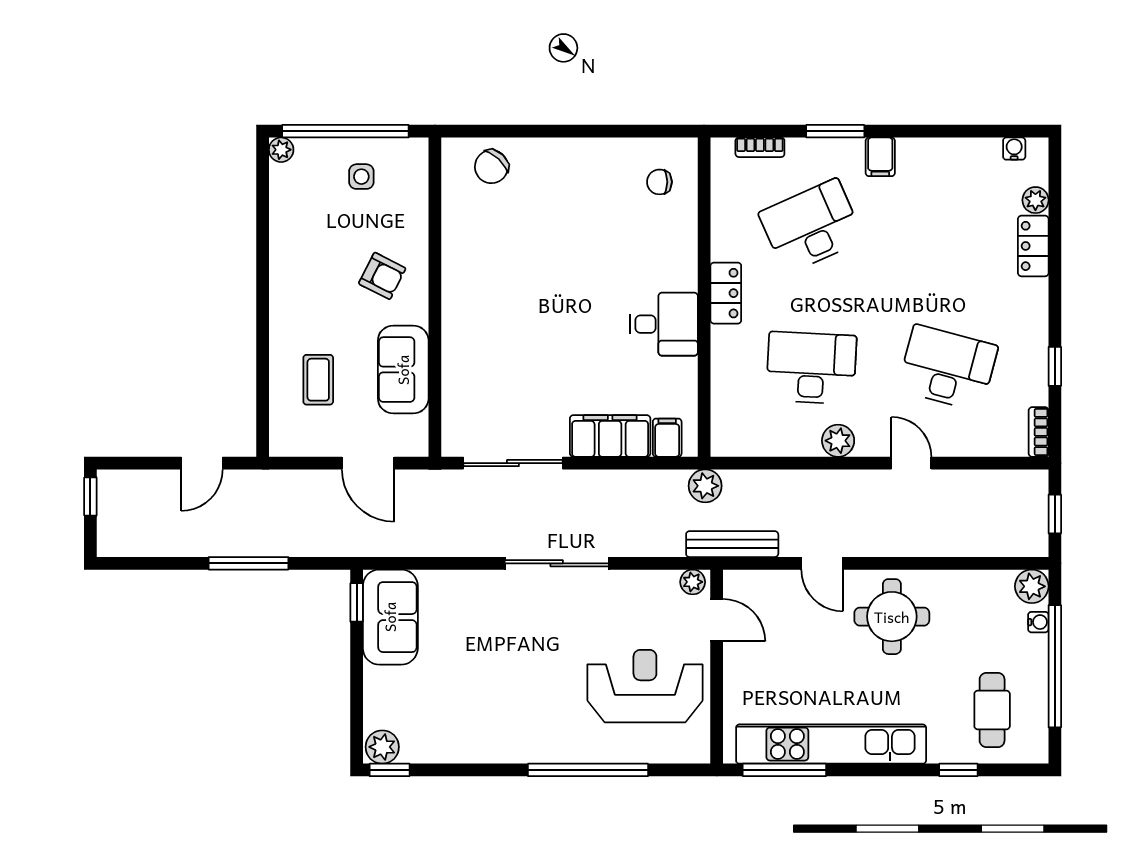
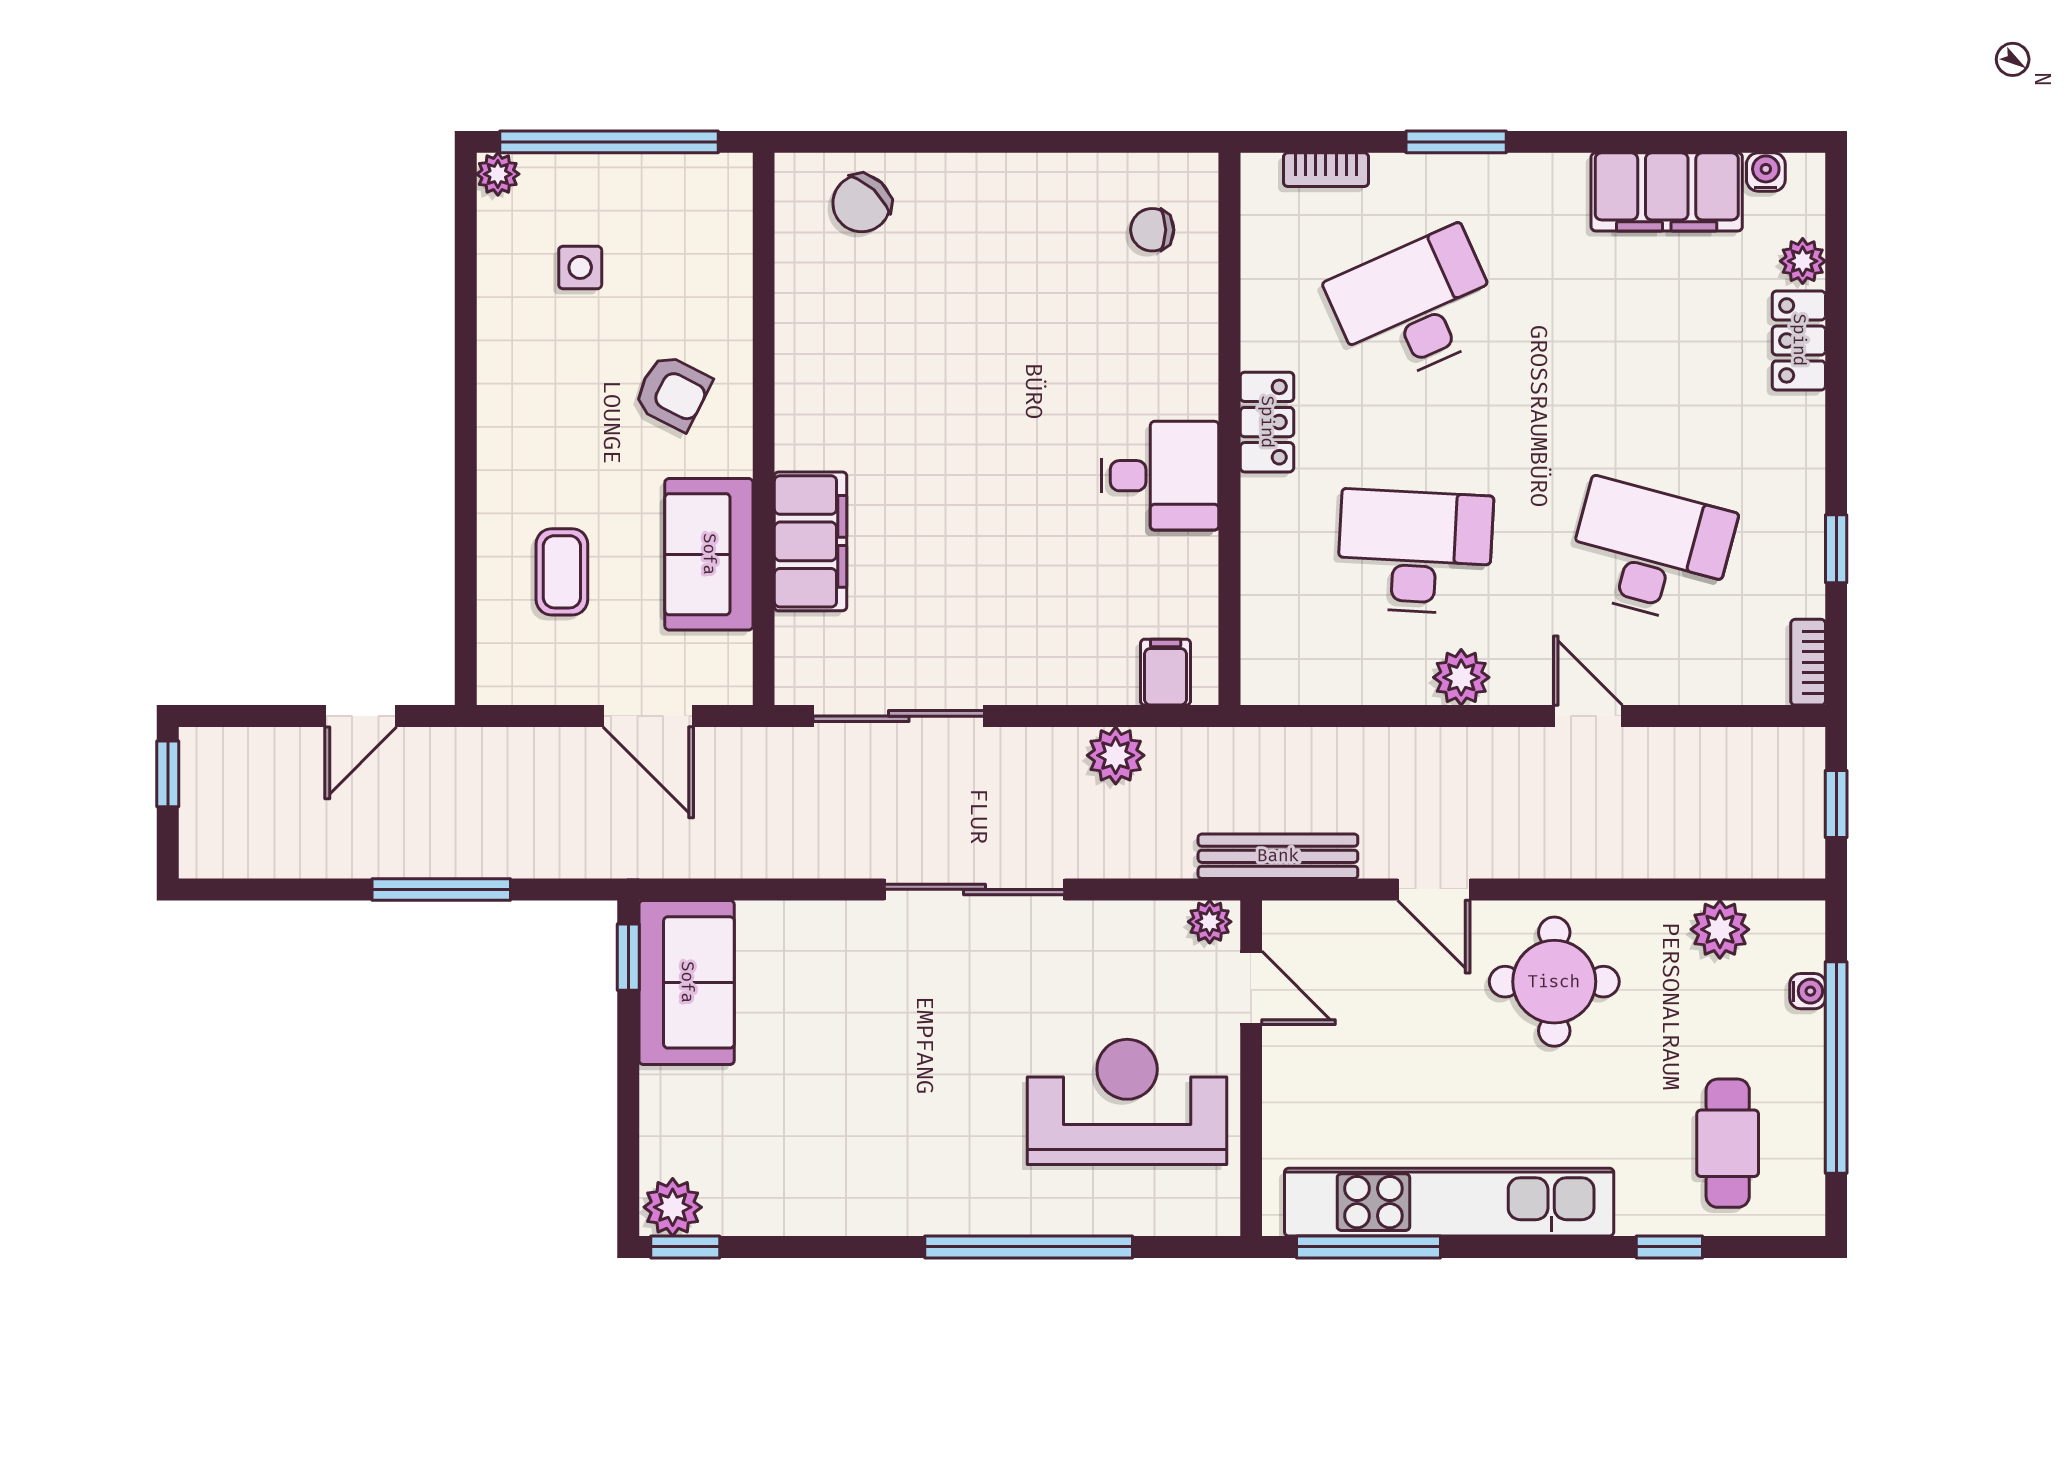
filing cabinet: (880, 157) -> (1667, 192), moved, width x3.00, depth x1.17
side table: (361, 177) -> (580, 267), moved
filing cabinet: (610, 436) -> (811, 541), moved, turned 90
plant: (705, 486) -> (1116, 755), moved
plant: (1032, 586) -> (1720, 929), moved

